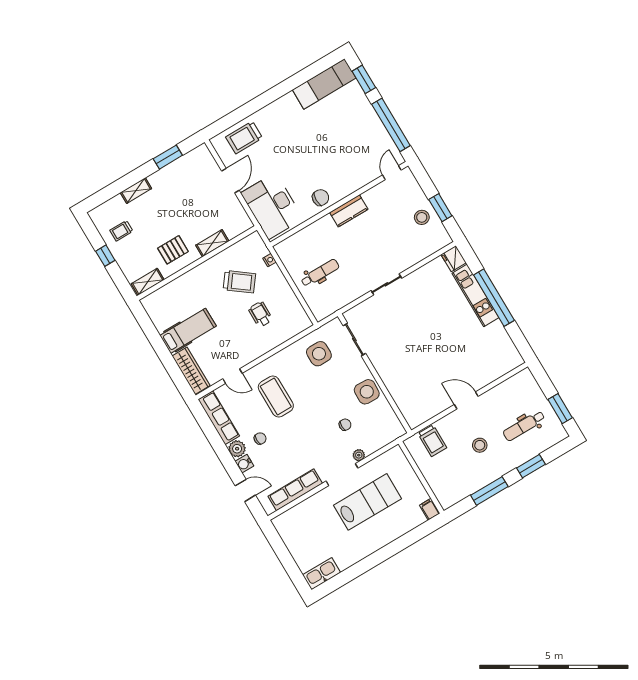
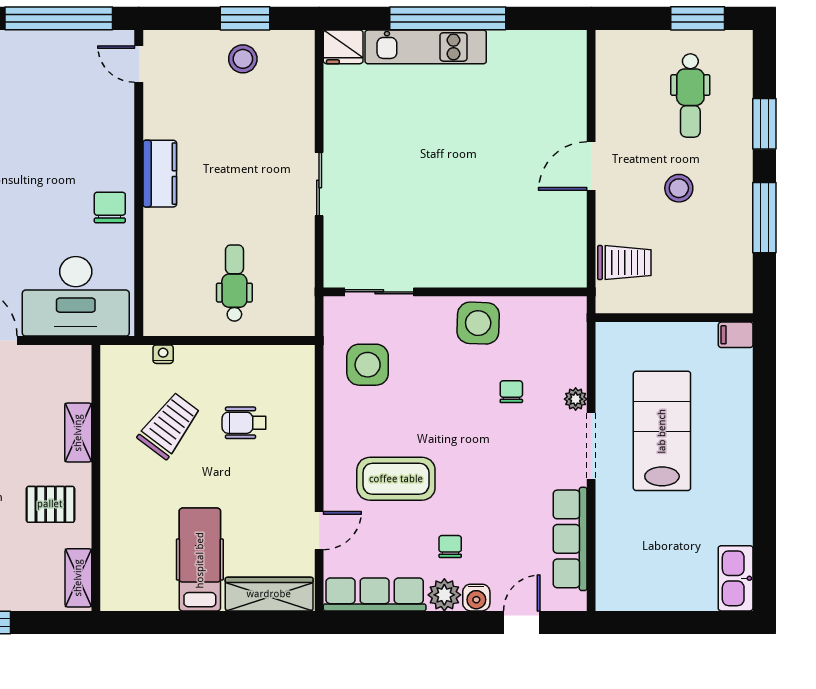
pallet: (173, 250) -> (50, 504), turned 90

